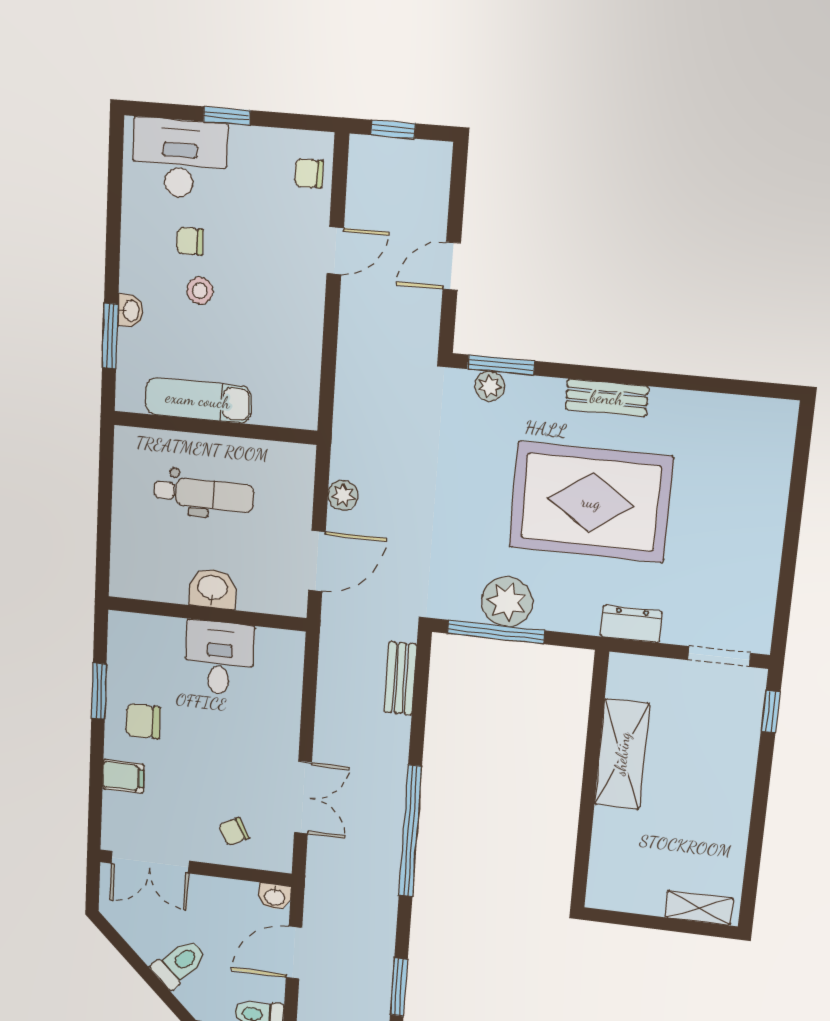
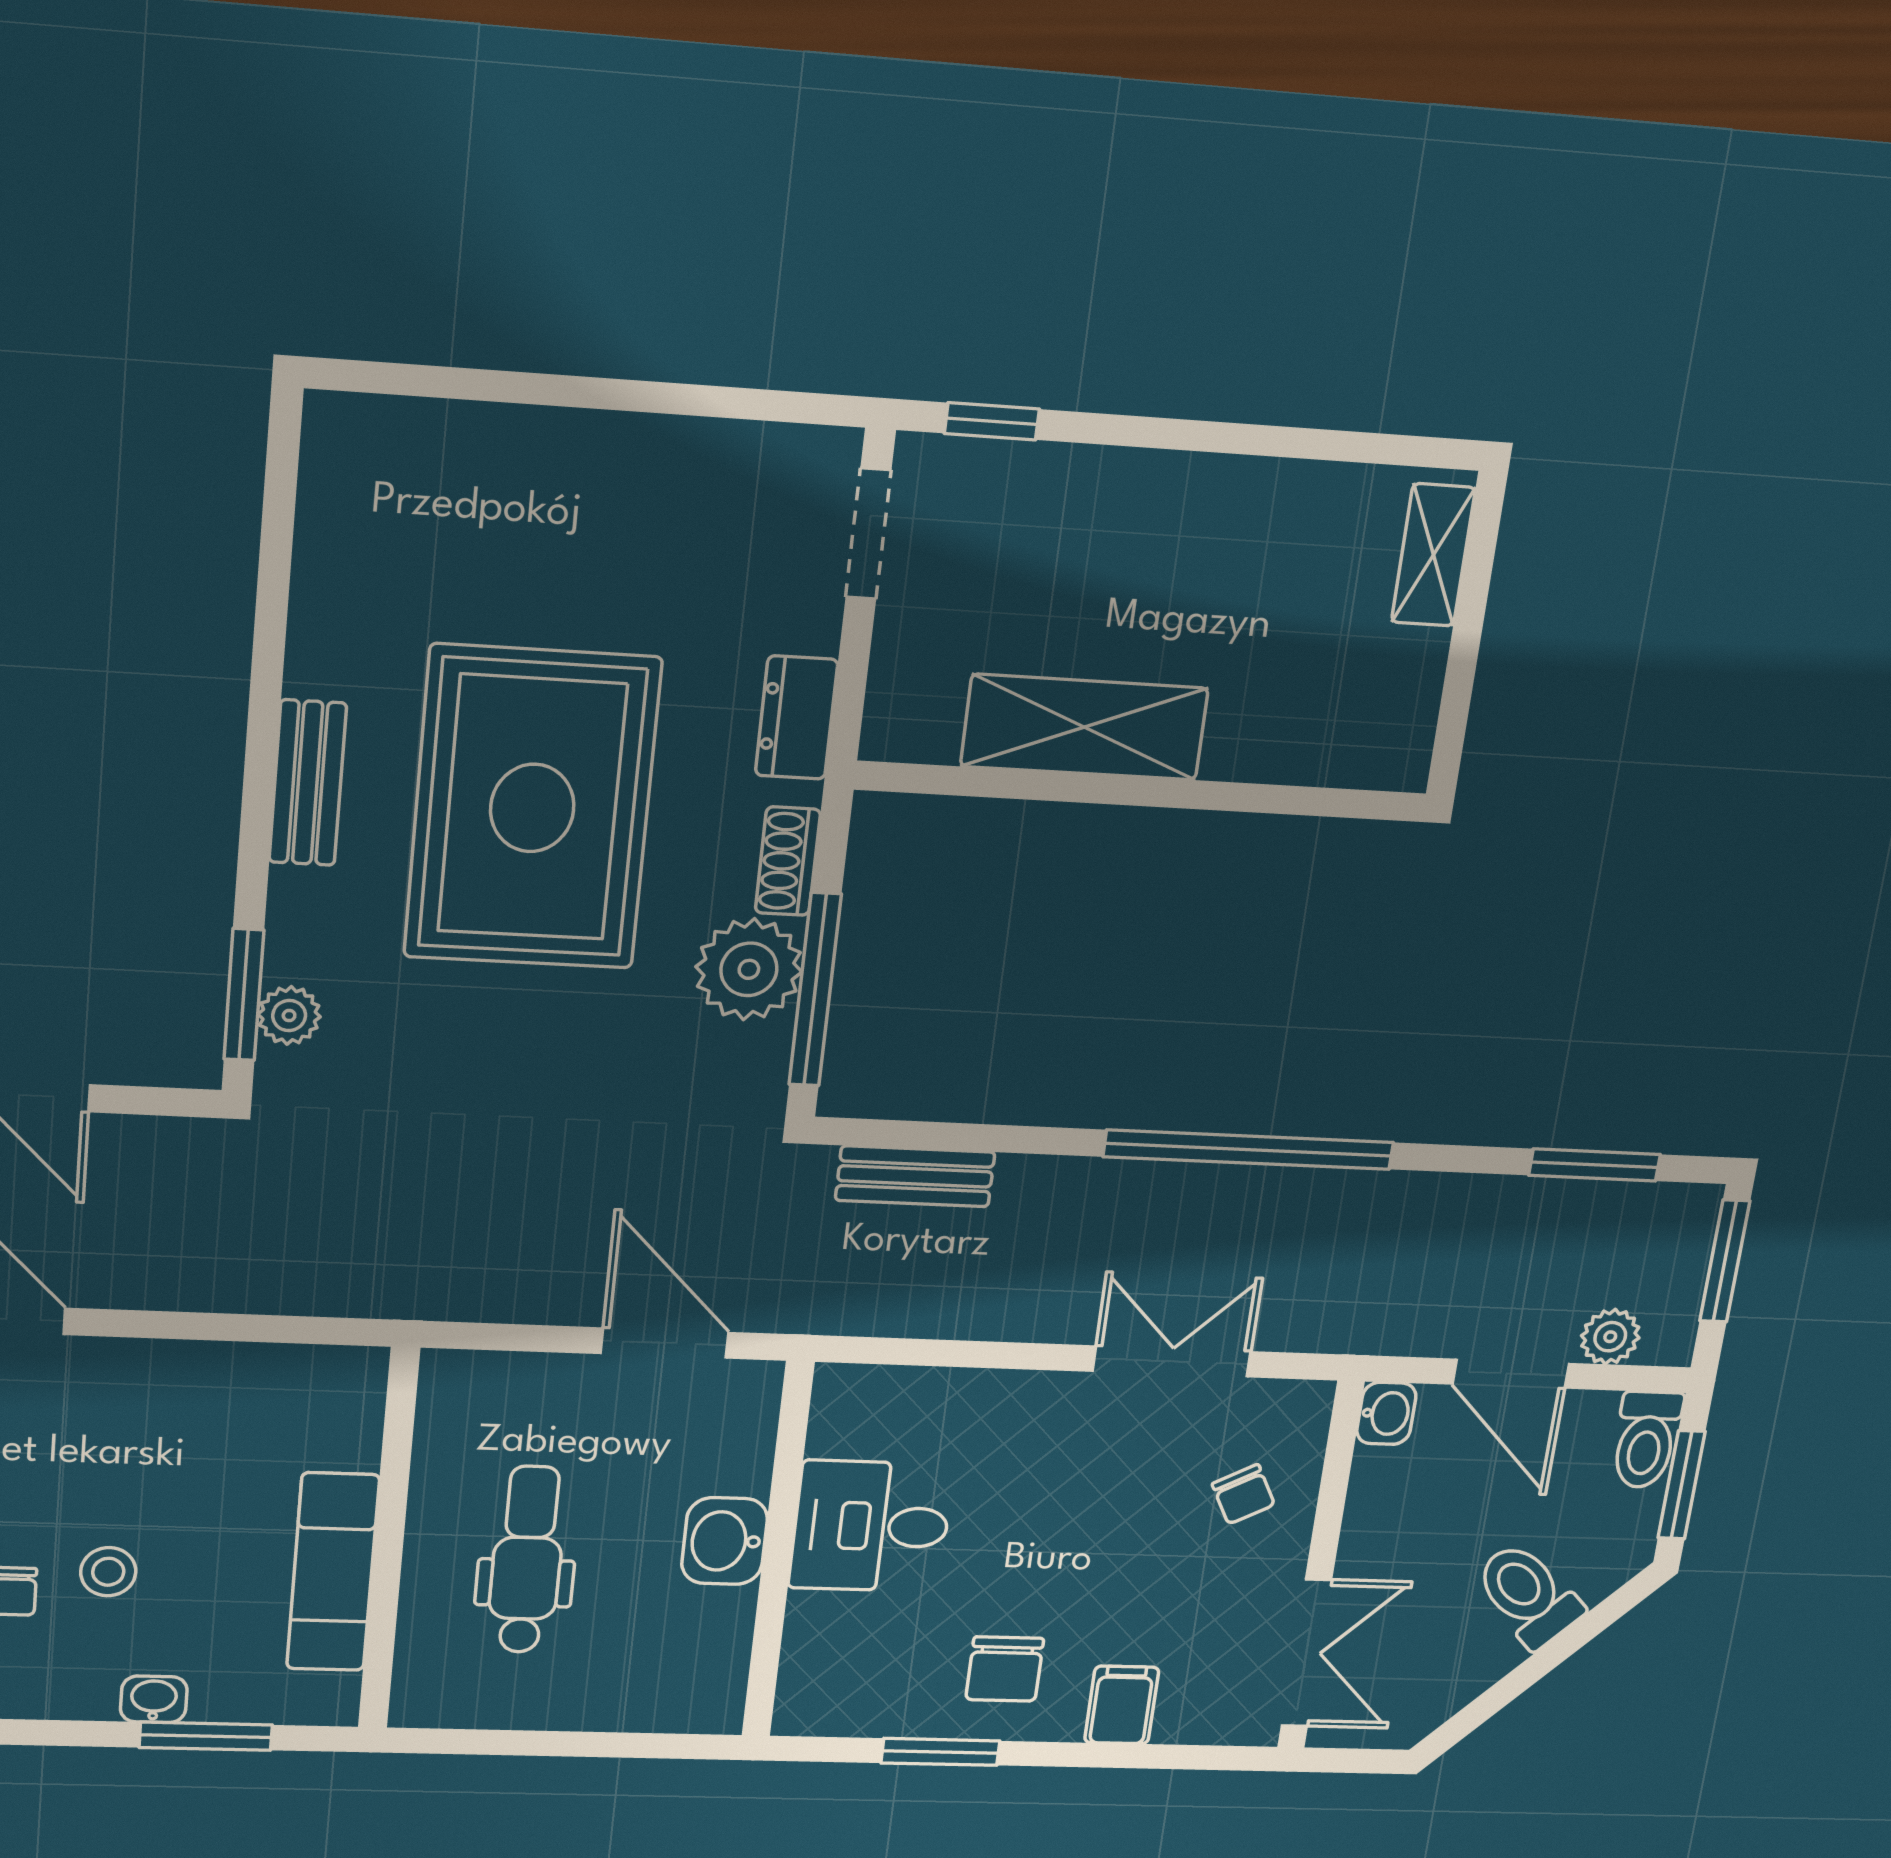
plant: (343, 495) -> (1610, 1337), moved
shoe rack: (561, 620) -> (788, 861), added

